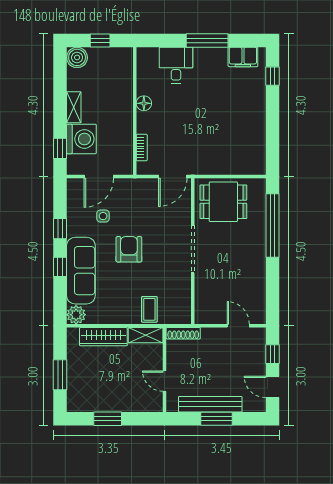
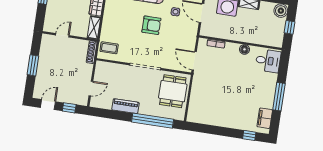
desk: (176, 65) -> (268, 61), moved
piano: (257, 270) -> (126, 106), added
coffee table: (149, 309) -> (109, 48), moved
bench: (210, 404) -> (43, 63), removed

